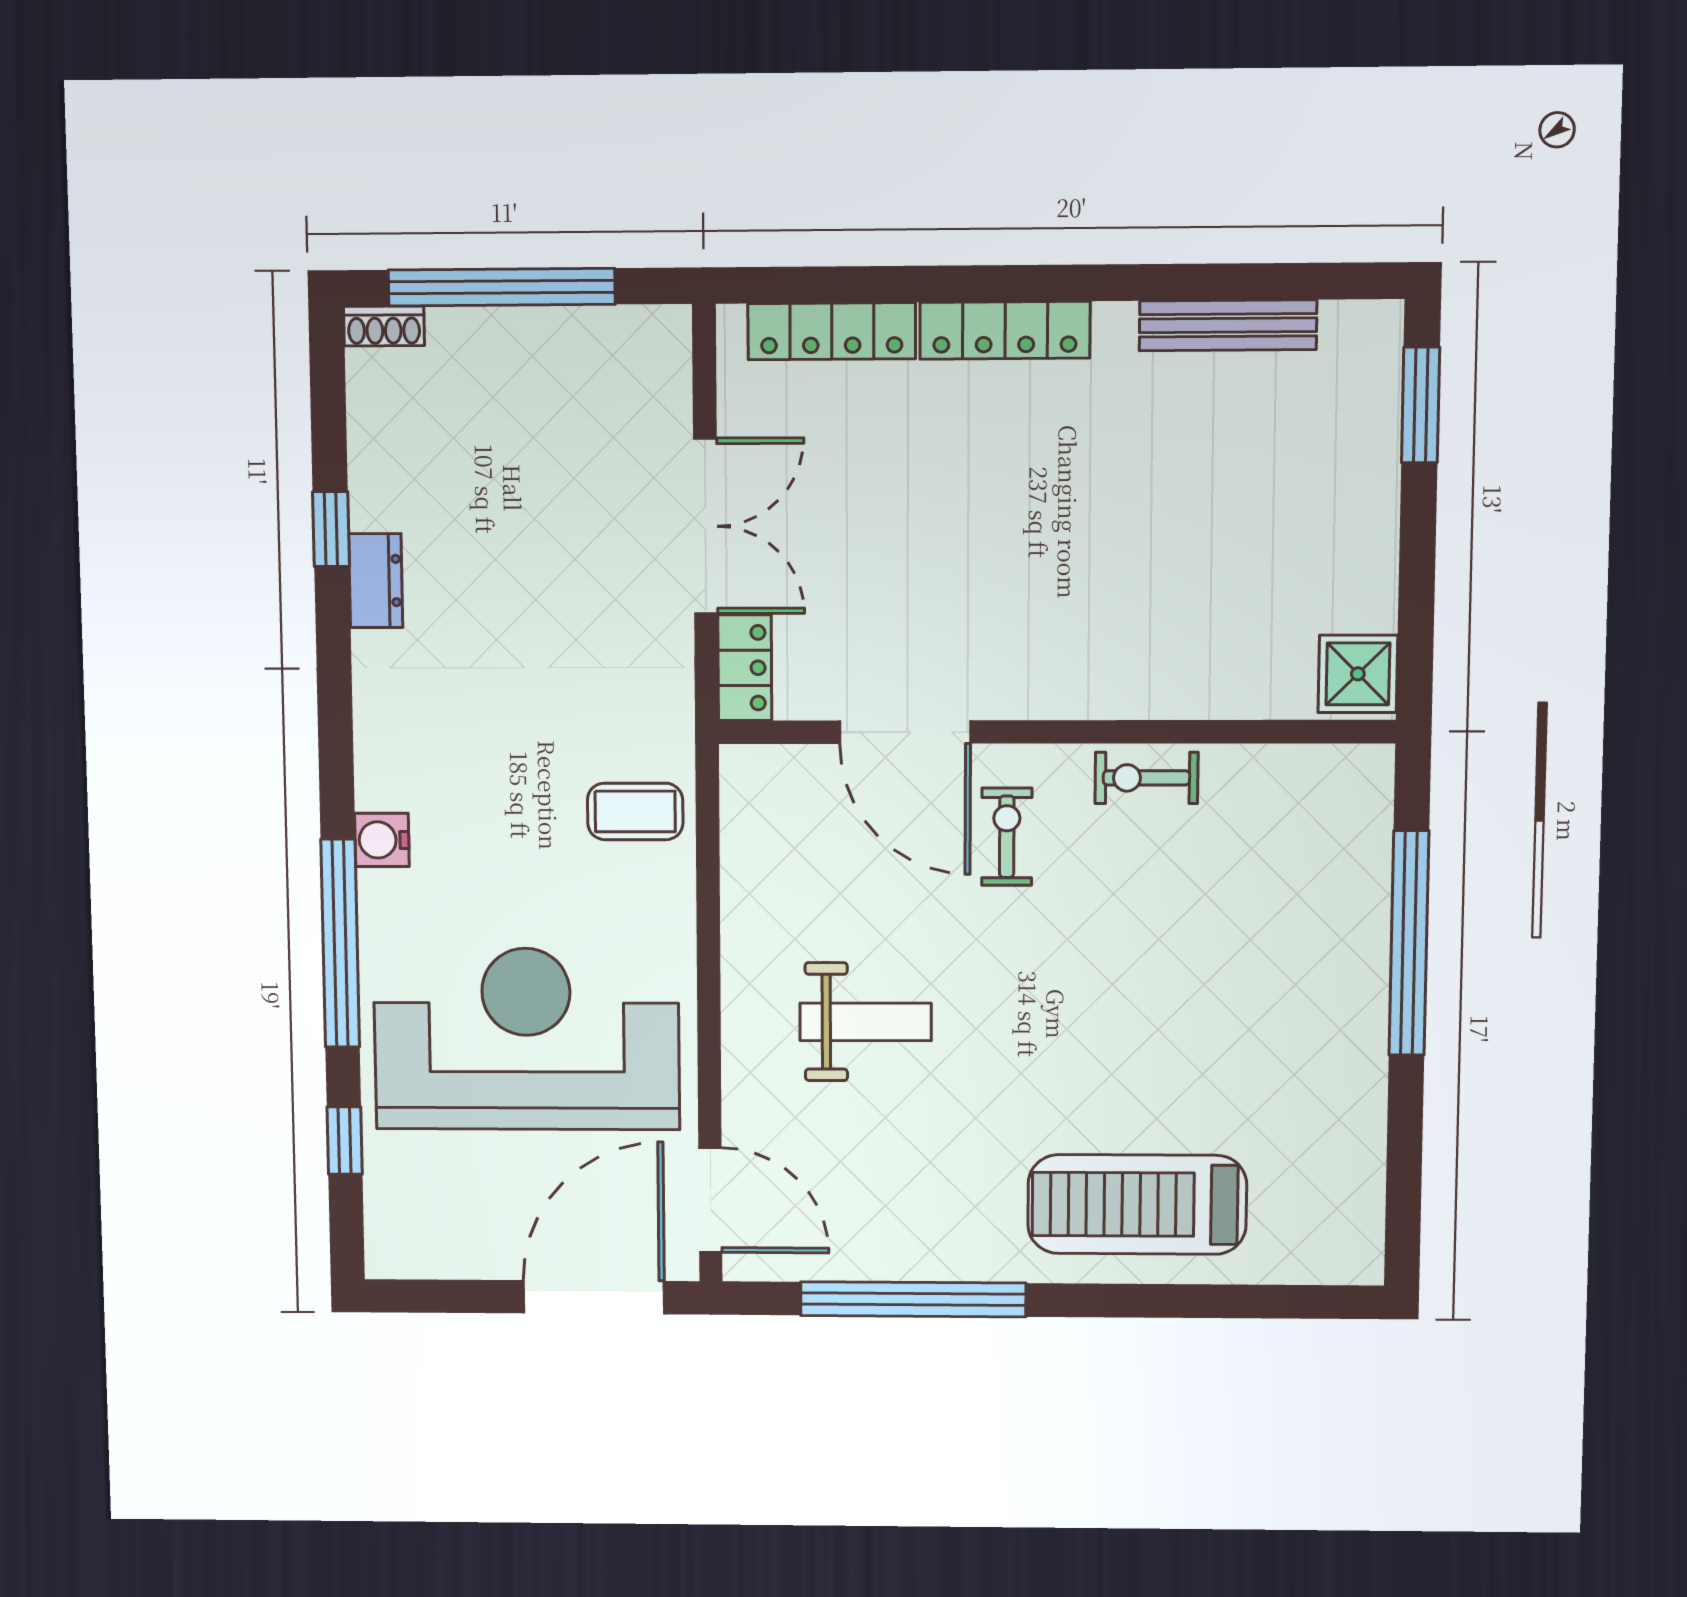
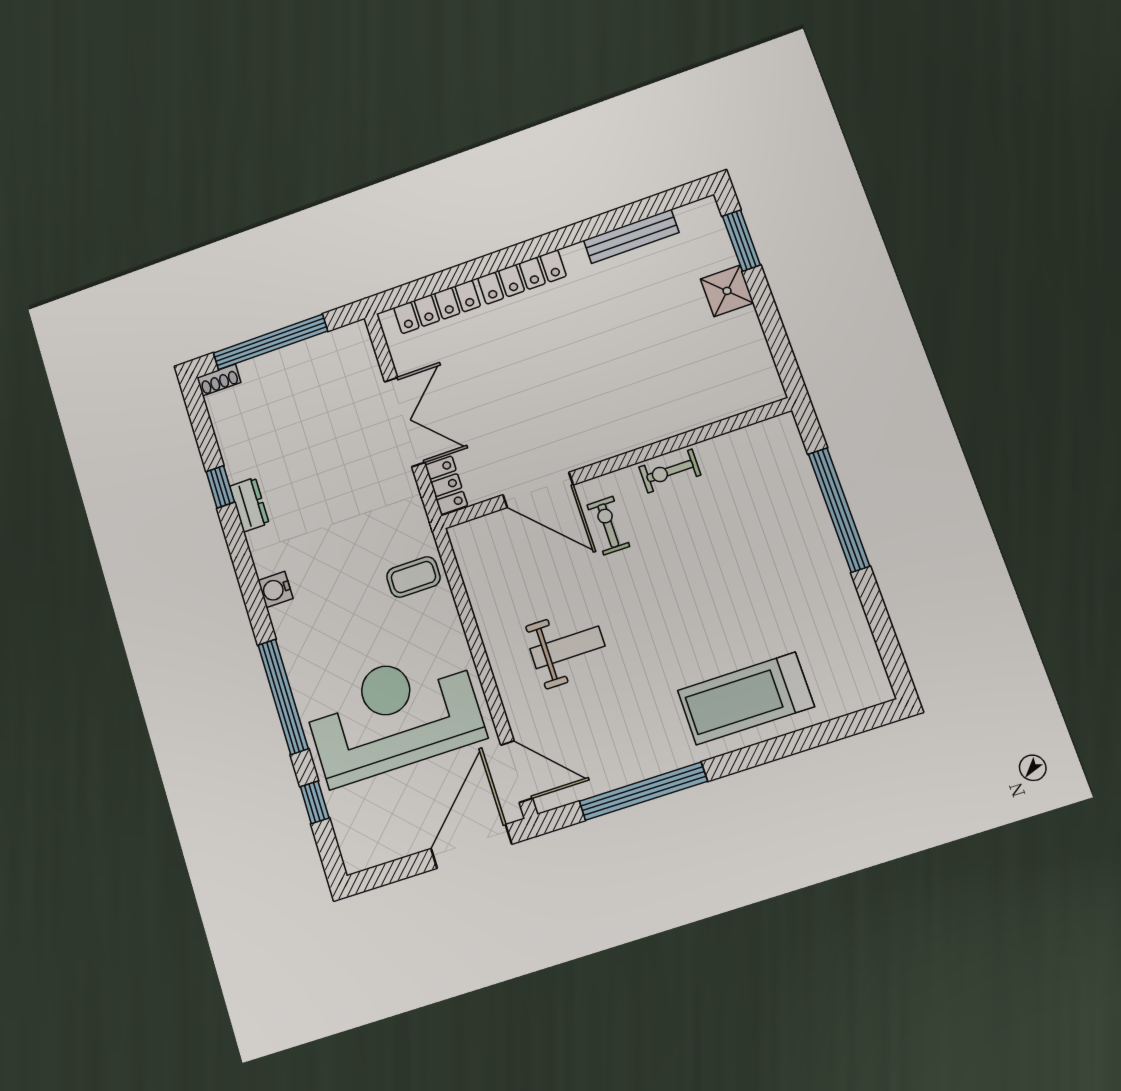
shower: (1358, 674) -> (727, 291), moved
water cooler: (382, 840) -> (275, 590), moved

